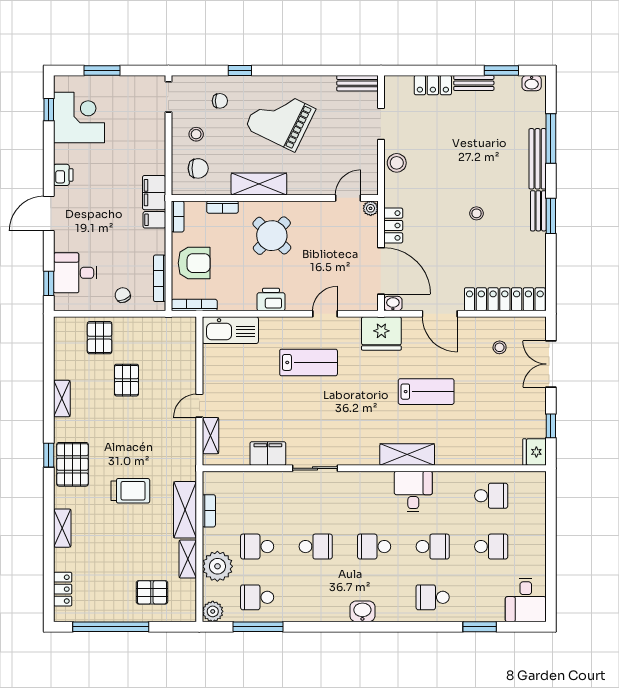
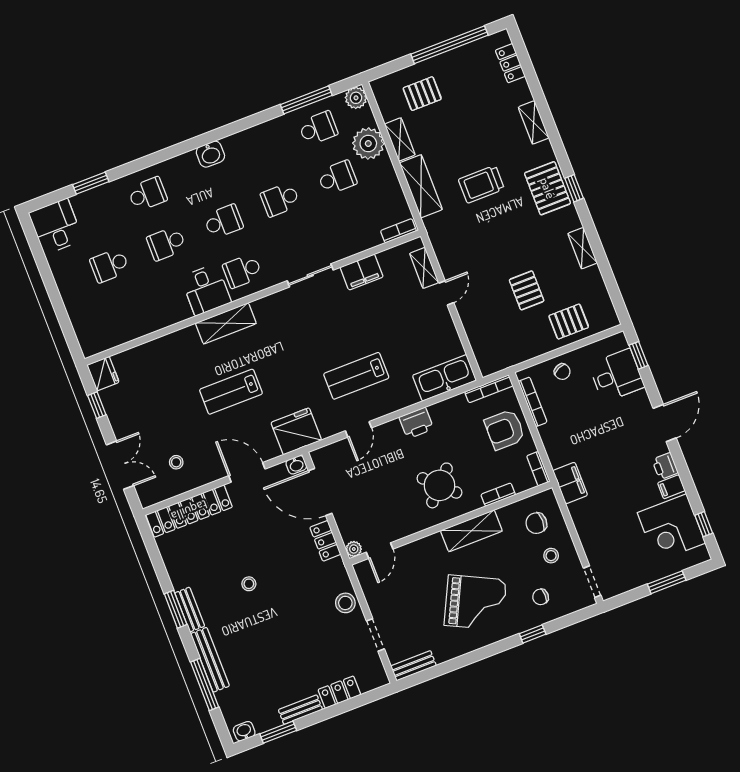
filing cabinet: (154, 220) -> (671, 487), moved, turned 180
pallet: (100, 338) -> (569, 322), turned 90
school desk: (491, 496) -> (242, 271), moved
bookcase: (209, 511) -> (398, 231), moved, turned 90

